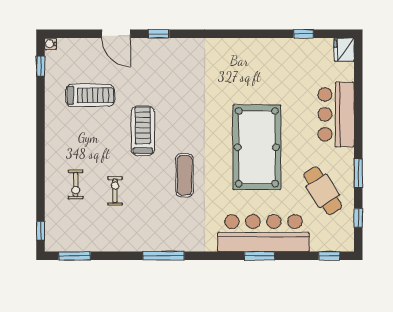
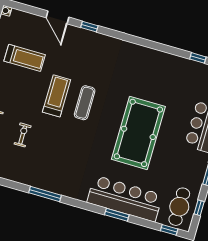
exercise mat: (184, 175) -> (85, 103), moved
cafe table: (323, 191) -> (179, 207), moved, turned 32

